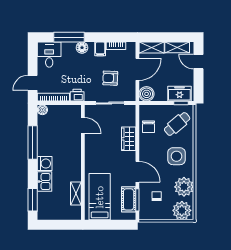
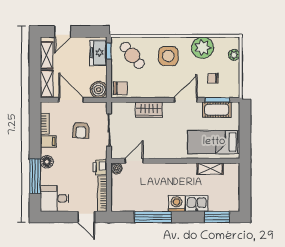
boiler: (42, 110) -> (116, 168), moved
chair: (149, 127) -> (120, 88), moved
plant: (182, 210) -> (234, 55), width x0.53, depth x0.53

